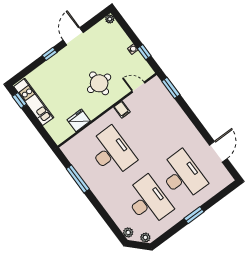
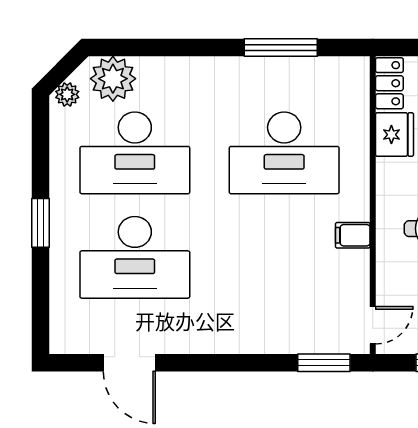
door: (138, 87) -> (373, 325), moved
locker: (63, 135) -> (389, 83), added
plant: (128, 232) -> (113, 79), width x1.88, depth x1.88

